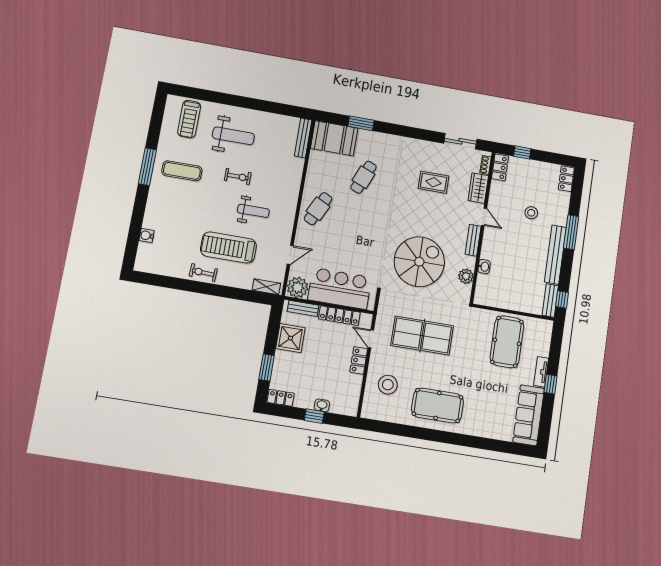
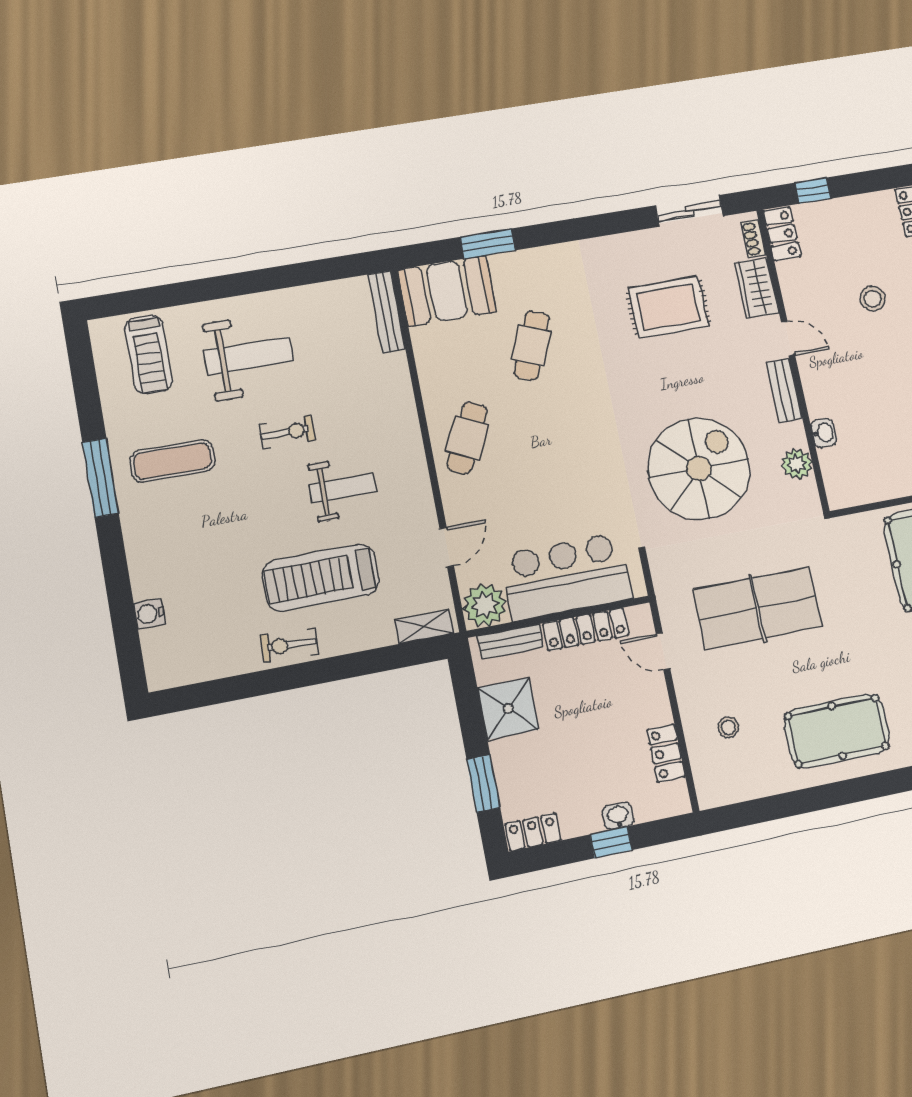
rug: (433, 182) -> (668, 307), width x1.36, depth x1.43
locker: (359, 360) -> (666, 753), moved
stool: (388, 385) -> (728, 727), width x0.53, depth x0.53

